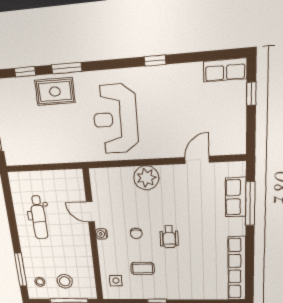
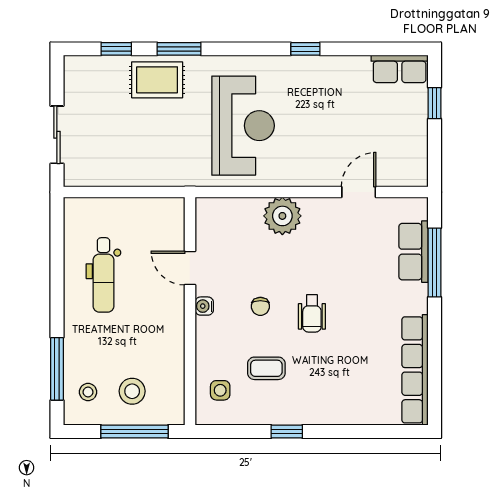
reception desk: (115, 119) -> (243, 126), turned 180

